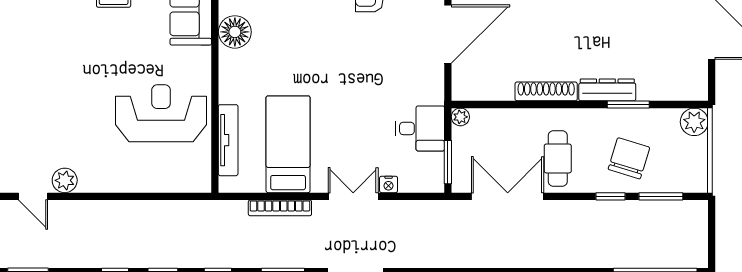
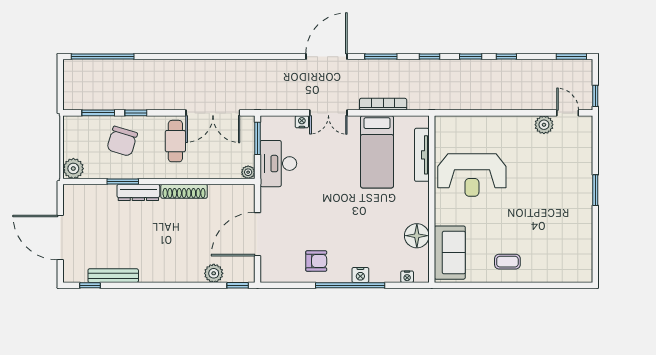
desk: (420, 128) -> (278, 164), width x1.37

